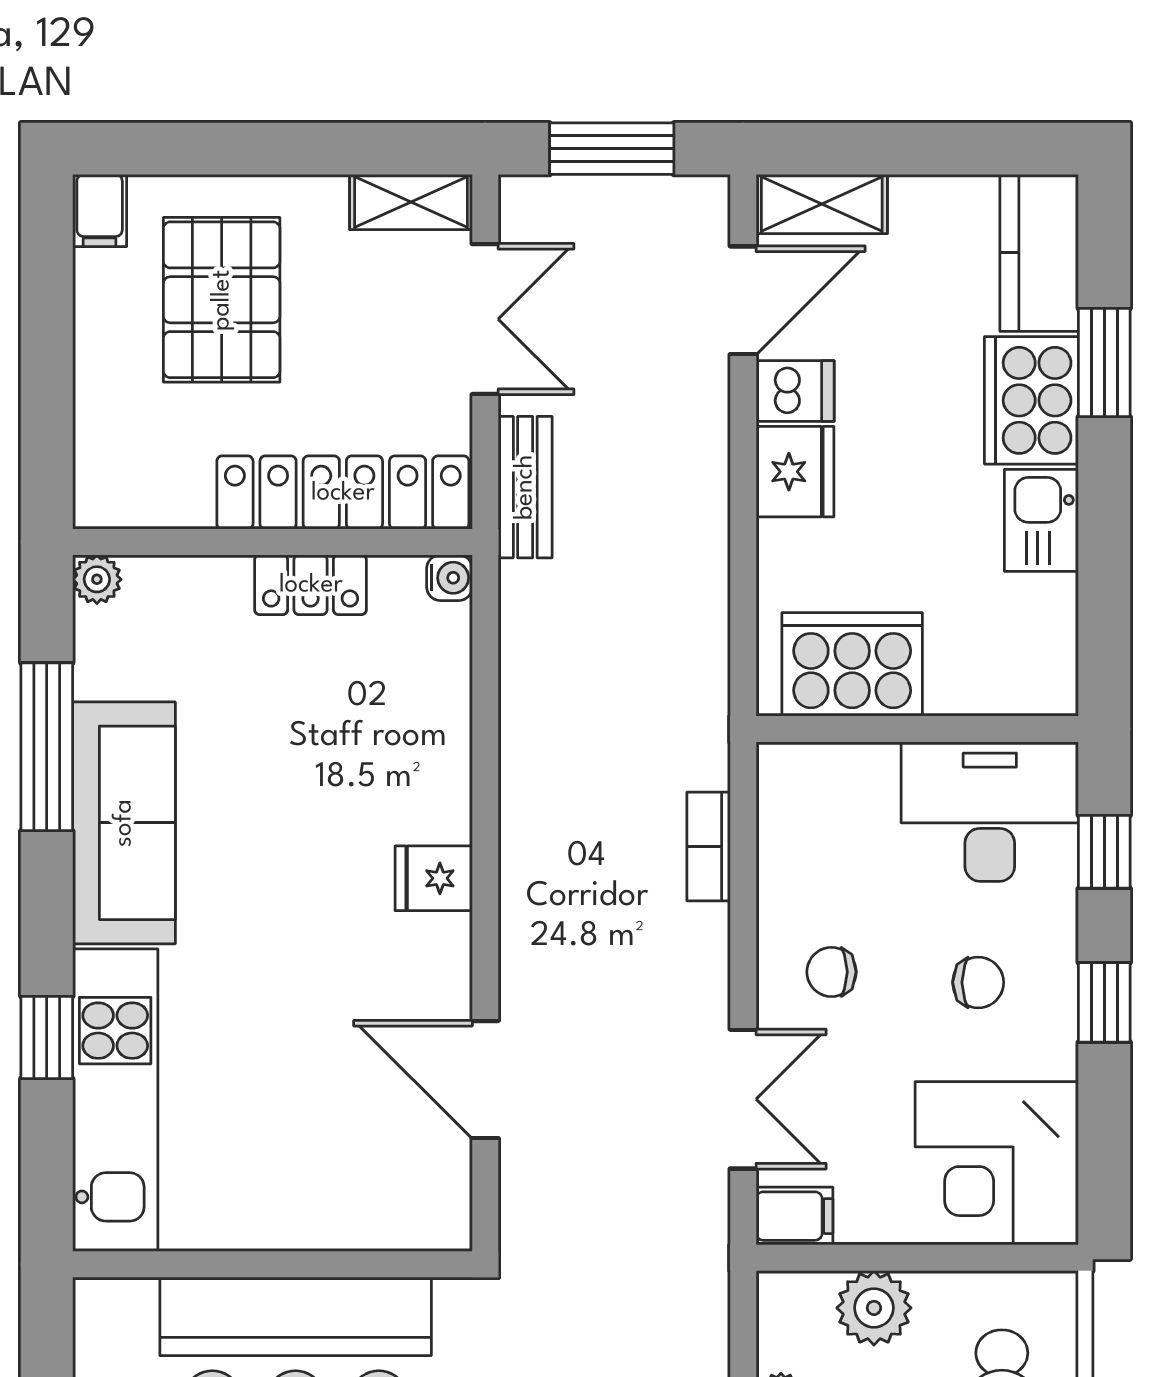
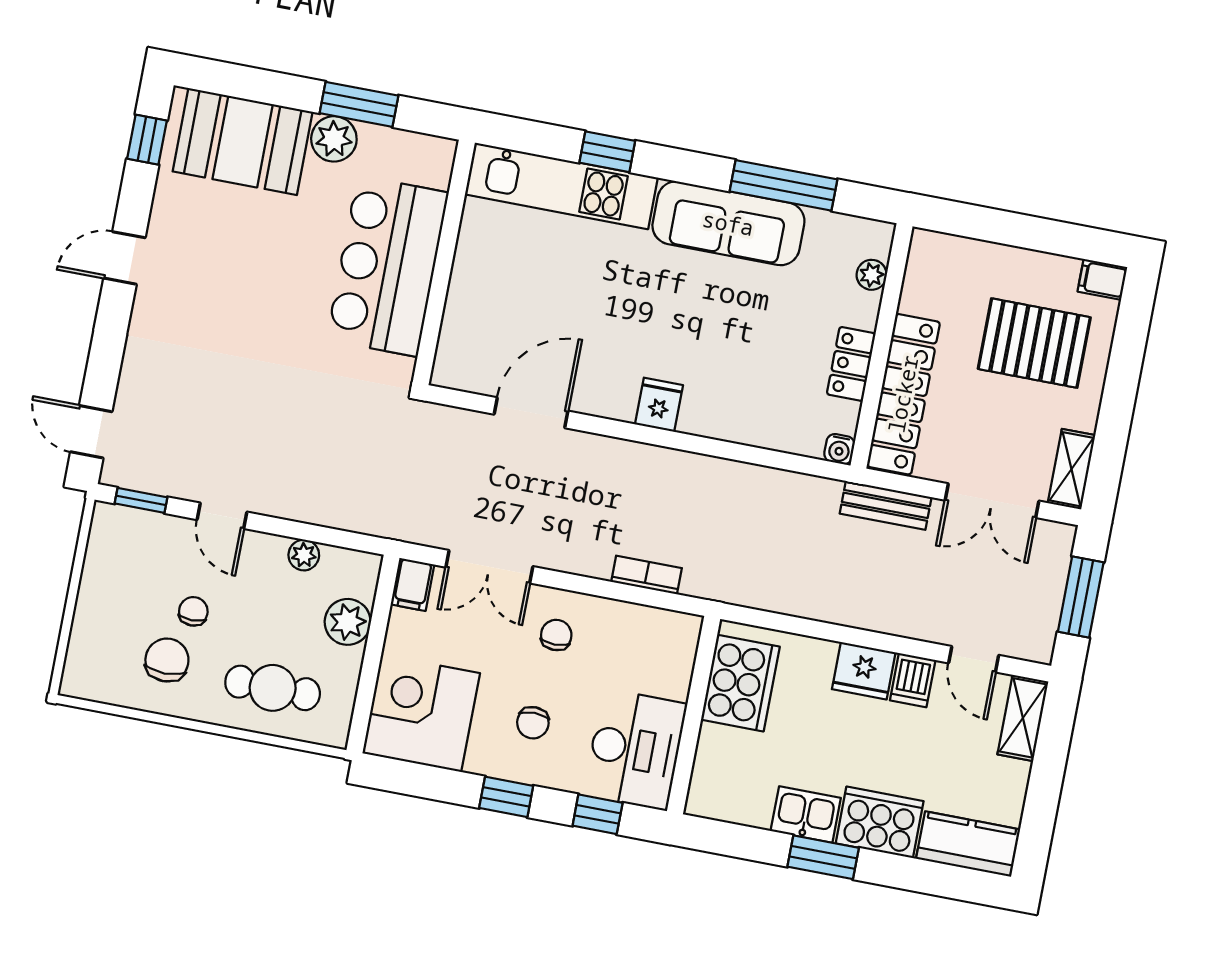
door: (743, 300) -> (974, 659), width x0.73
window: (1104, 363) -> (823, 857), moved
plant: (97, 579) -> (872, 275), moved

